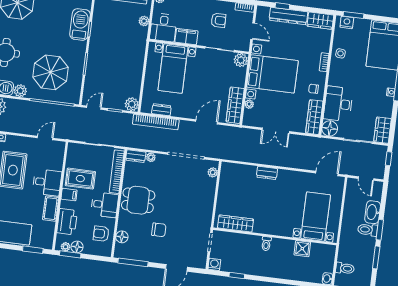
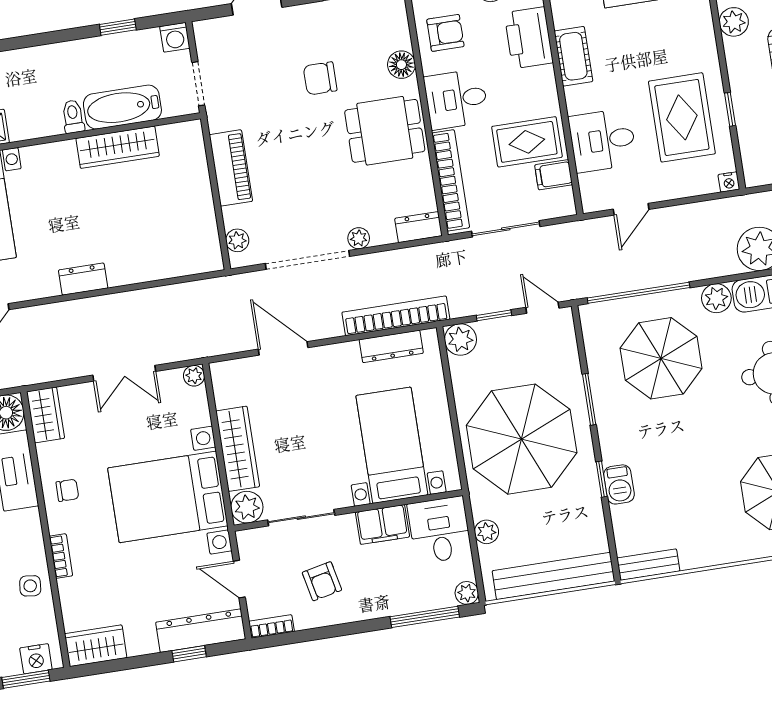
dresser: (288, 16) -> (201, 631), moved
armchair: (218, 20) -> (322, 581), turned -102
barbecue: (80, 24) -> (619, 484), width x0.53, depth x0.65
parasol: (118, 55) -> (522, 439), added
plant: (249, 104) -> (194, 376), moved
wardrobe: (235, 105) -> (238, 449), moved
door: (94, 108) -> (542, 308), swing flipped
dresser: (161, 110) -> (391, 346), width x1.44
wardrobe: (314, 117) -> (45, 415), width x0.67
door: (207, 122) -> (283, 348), swing flipped
double door: (276, 131) -> (124, 373), swing flipped
plant: (151, 157) -> (359, 238), moved
dresser: (267, 173) -> (83, 279), moved
desk: (47, 182) -> (603, 140), moved
filing cabinet: (69, 195) -> (554, 175), moved
piano: (207, 203) -> (231, 168), added
wardrobe: (236, 223) -> (118, 147), moved
floor lamp: (122, 237) -> (401, 65), moved
bathtub: (245, 242) -> (122, 107), added

